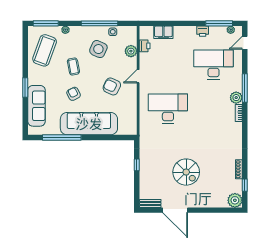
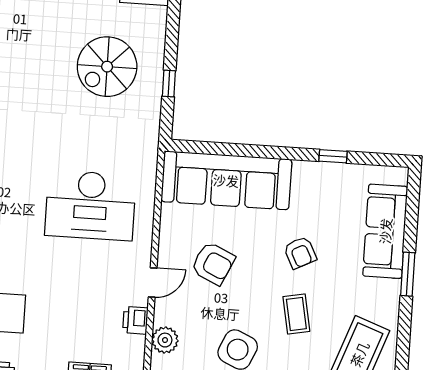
printer: (145, 46) -> (135, 320), moved
sofa: (89, 124) -> (226, 180), moved
window: (62, 138) -> (333, 156), width x0.32
spiral stairs: (186, 172) -> (107, 67), moved, turned -90

